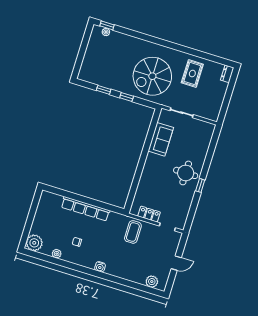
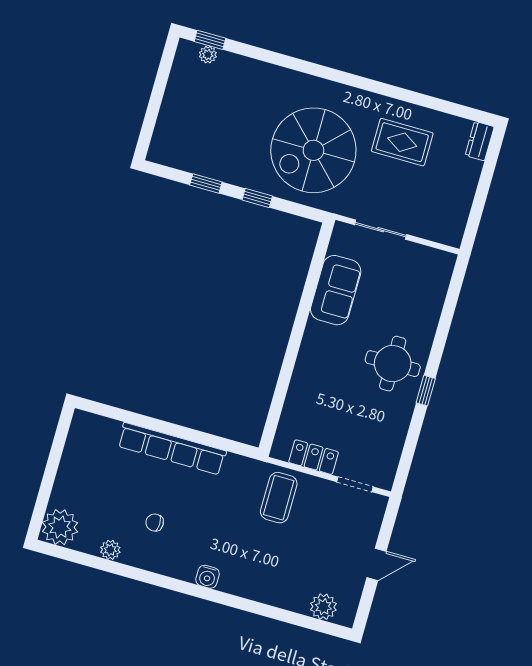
rug: (192, 73) -> (402, 142), turned 90

